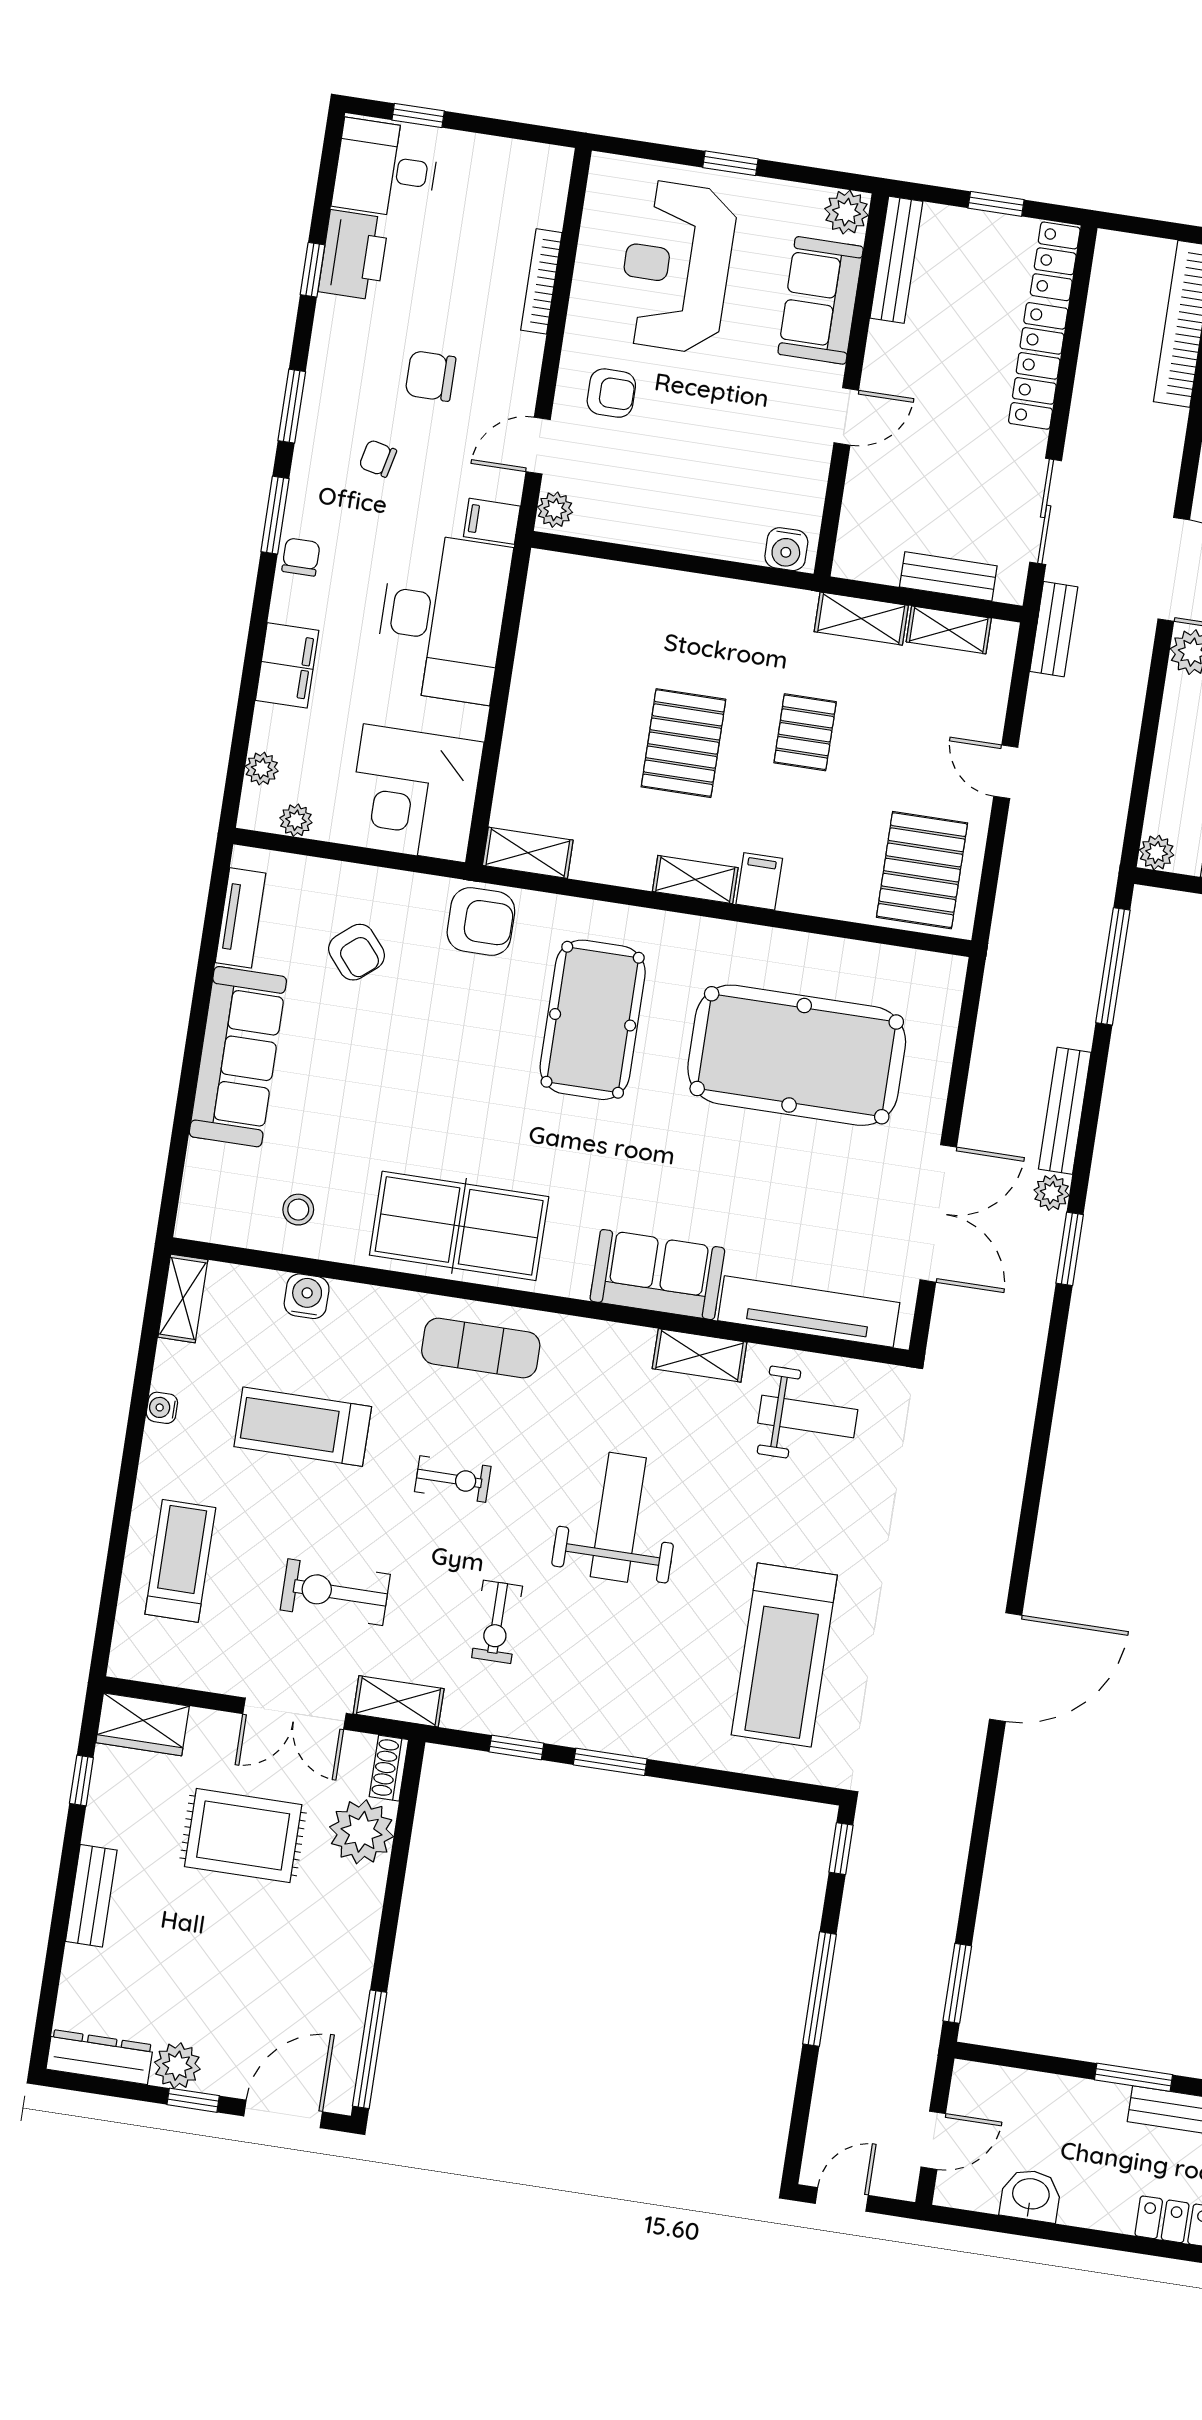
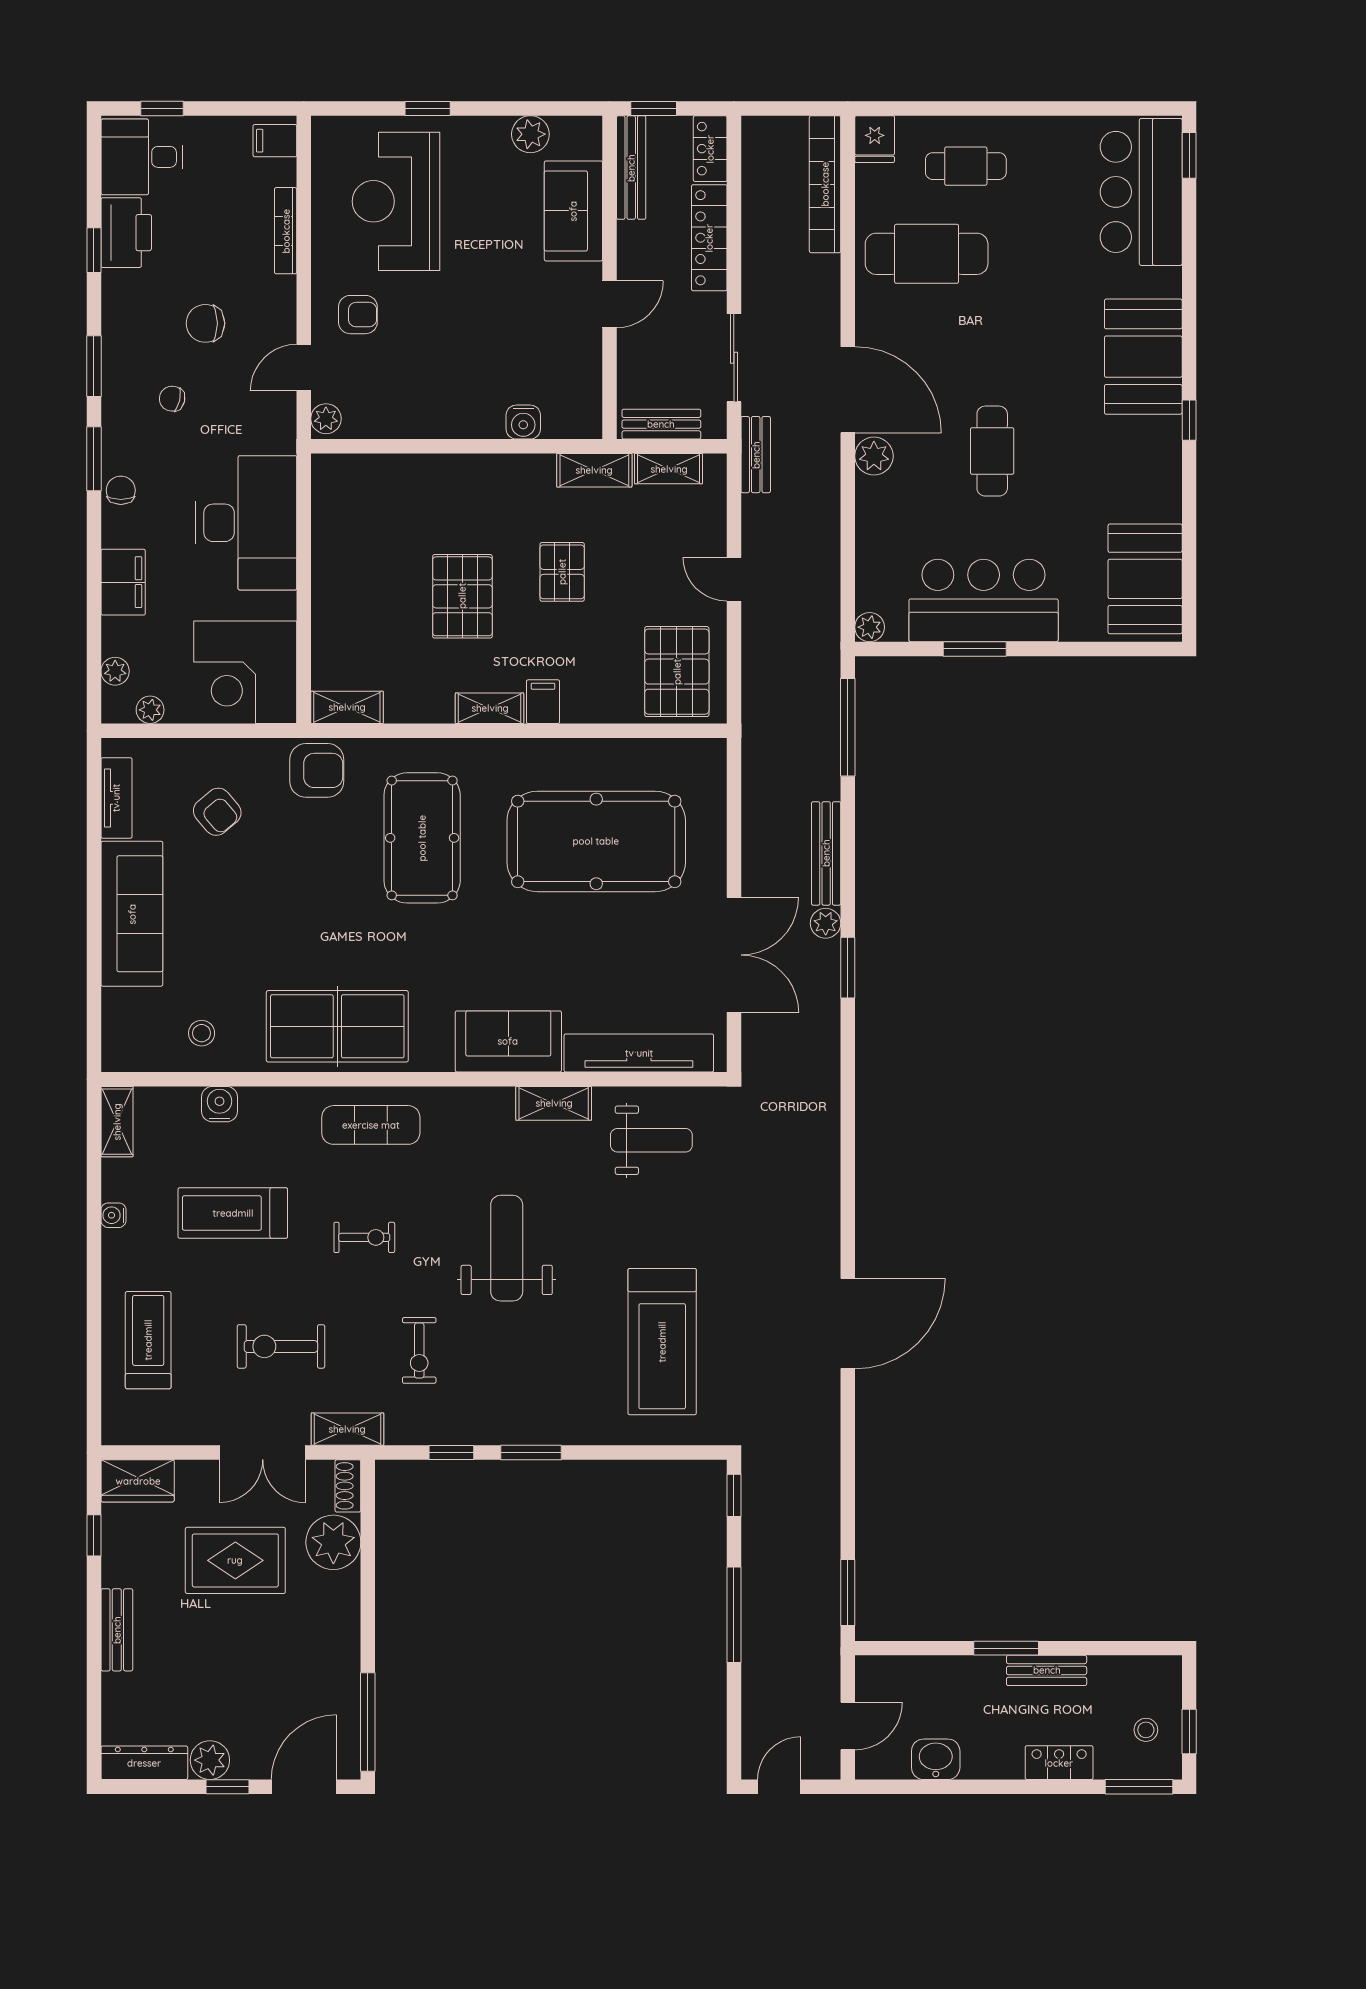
bench: (896, 260) -> (631, 168), moved
sofa: (821, 300) -> (573, 211), moved
wall: (851, 385) -> (610, 277), moved
door: (846, 417) -> (610, 304), moved
filing cabinet: (492, 521) -> (275, 141), moved

